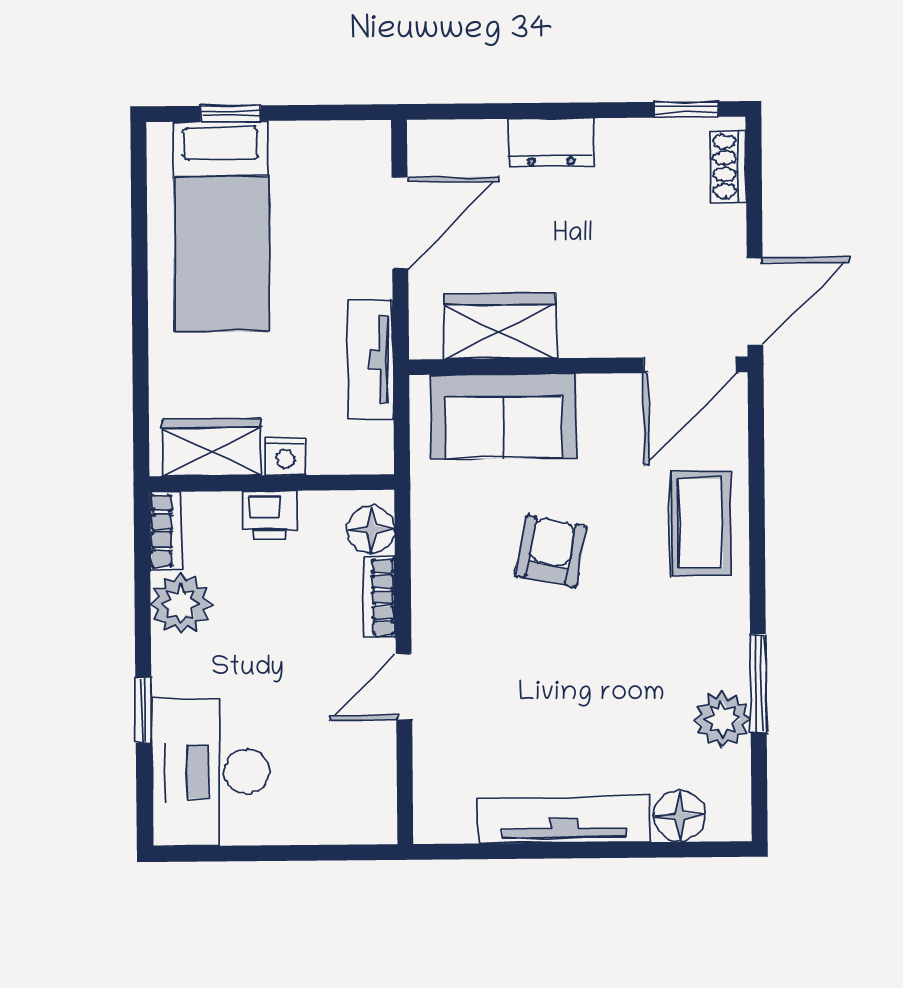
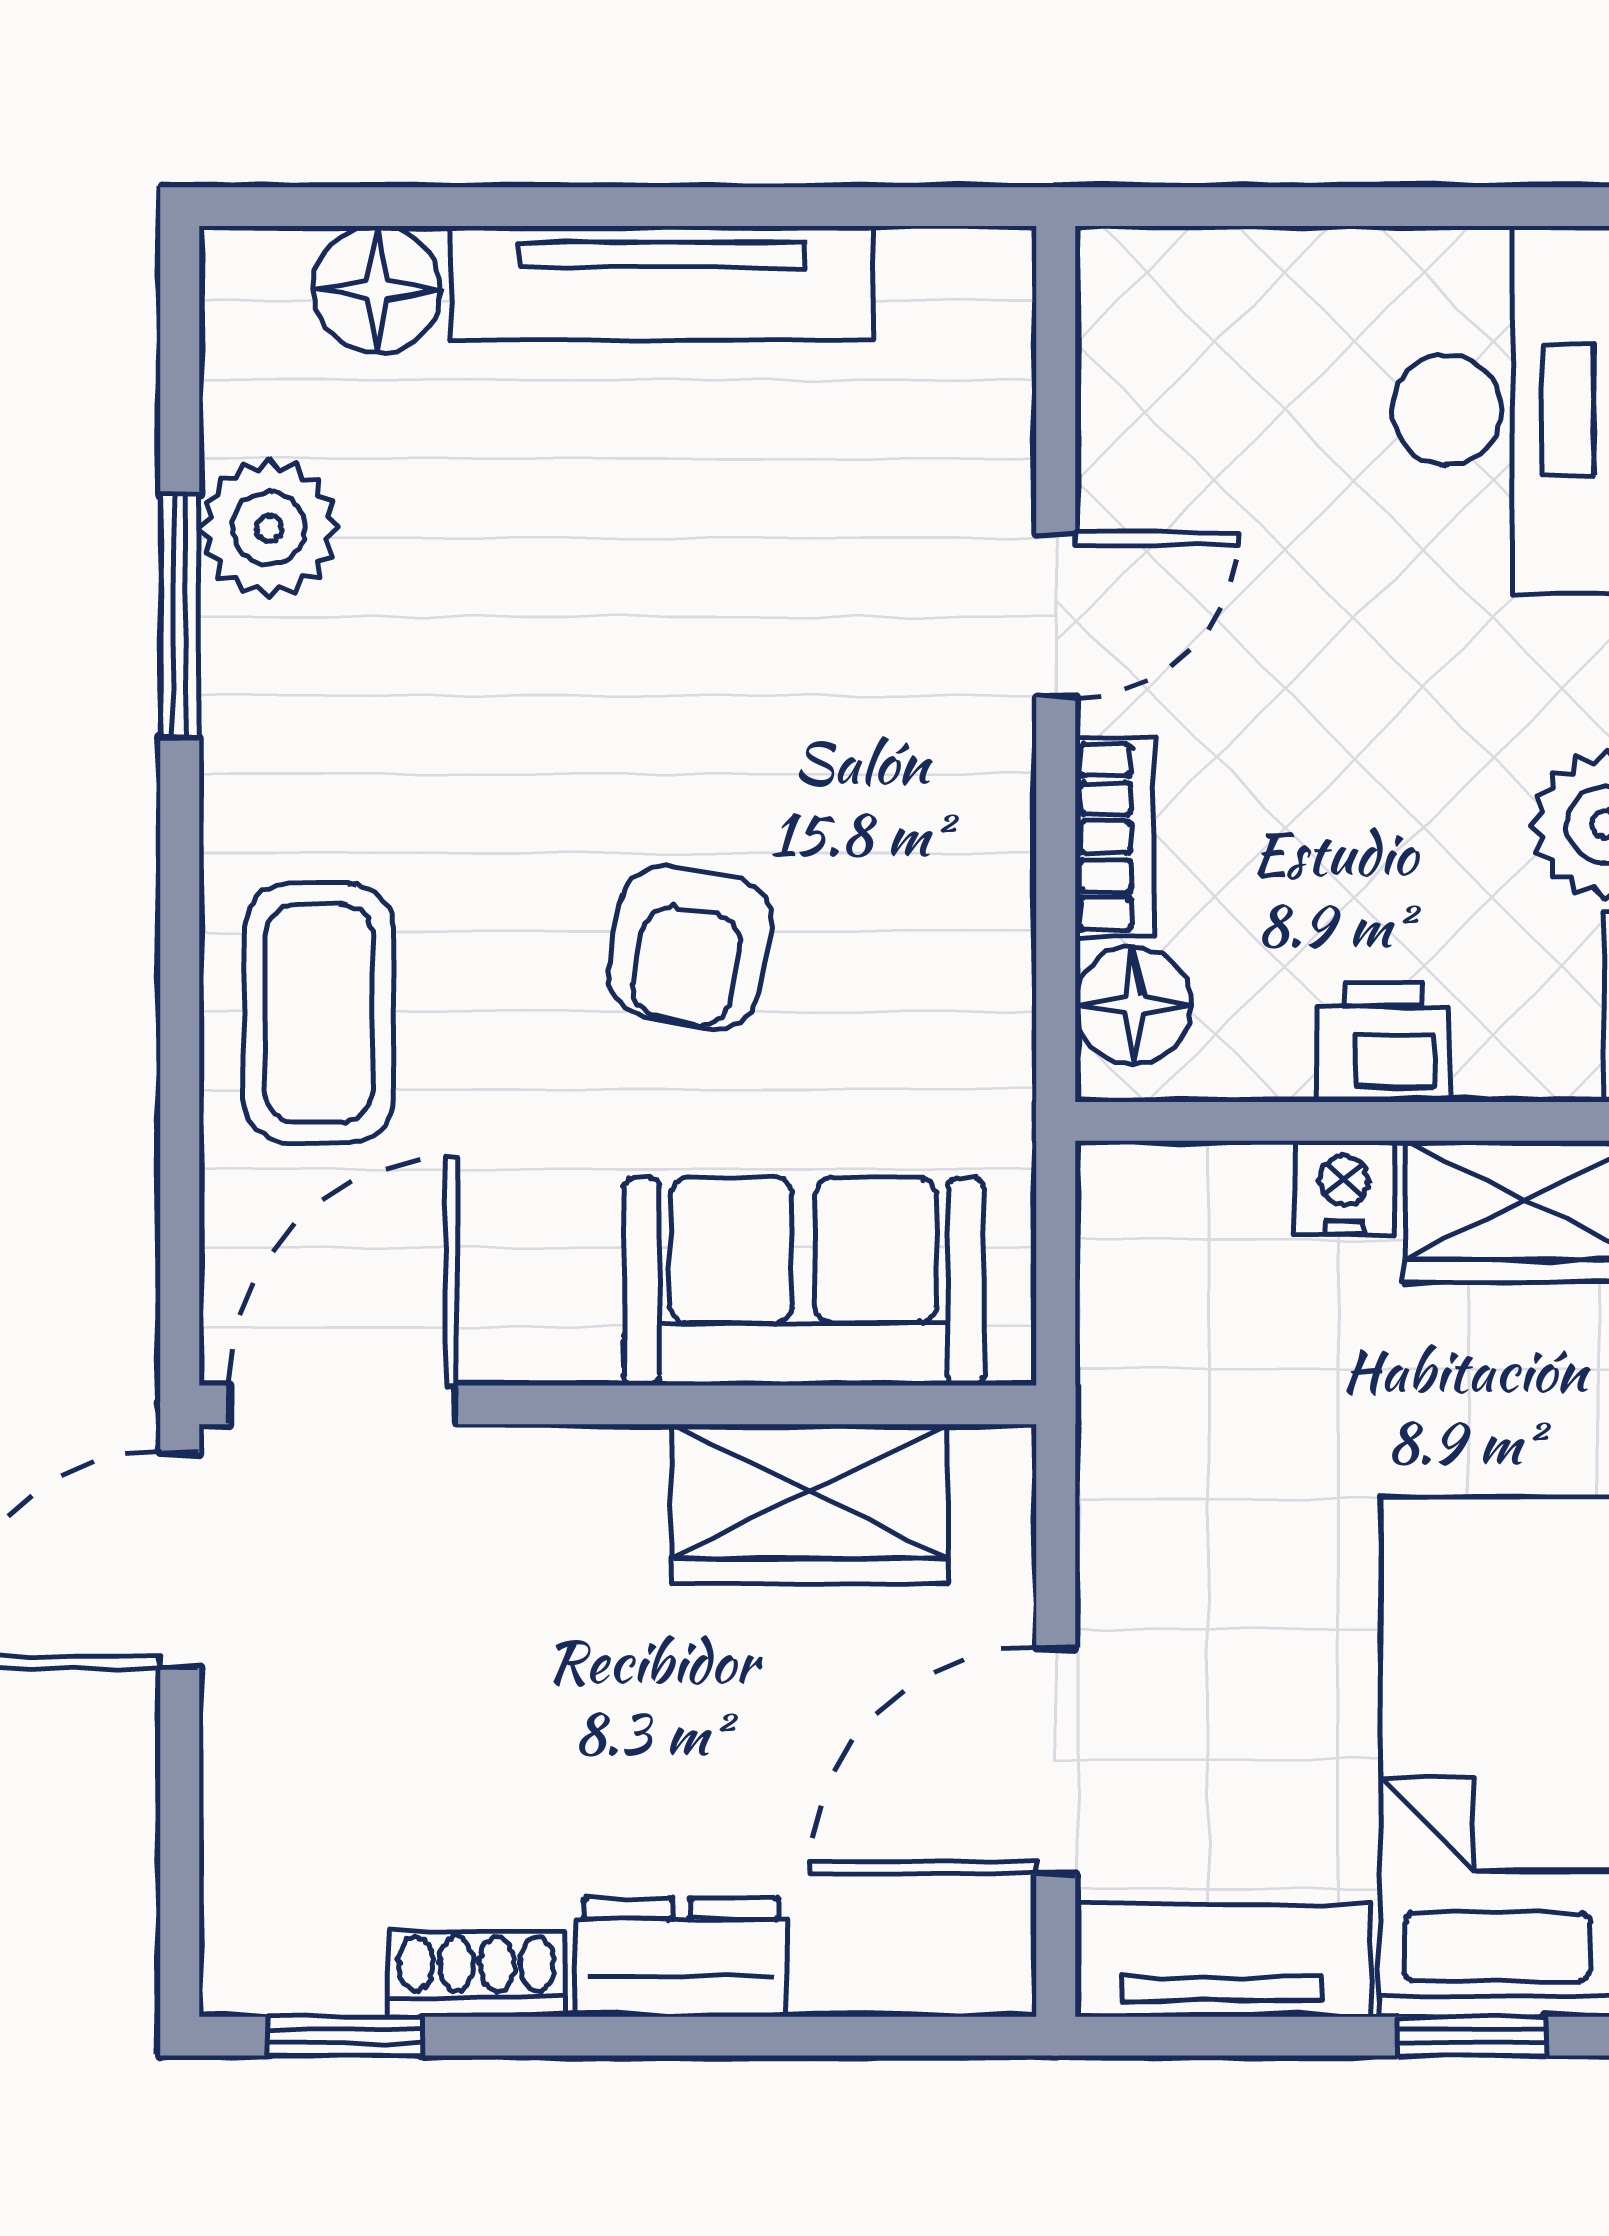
shoe rack: (729, 166) -> (477, 1974), moved, turned -90
tv unit: (370, 359) -> (1223, 1961), moved, turned -90

